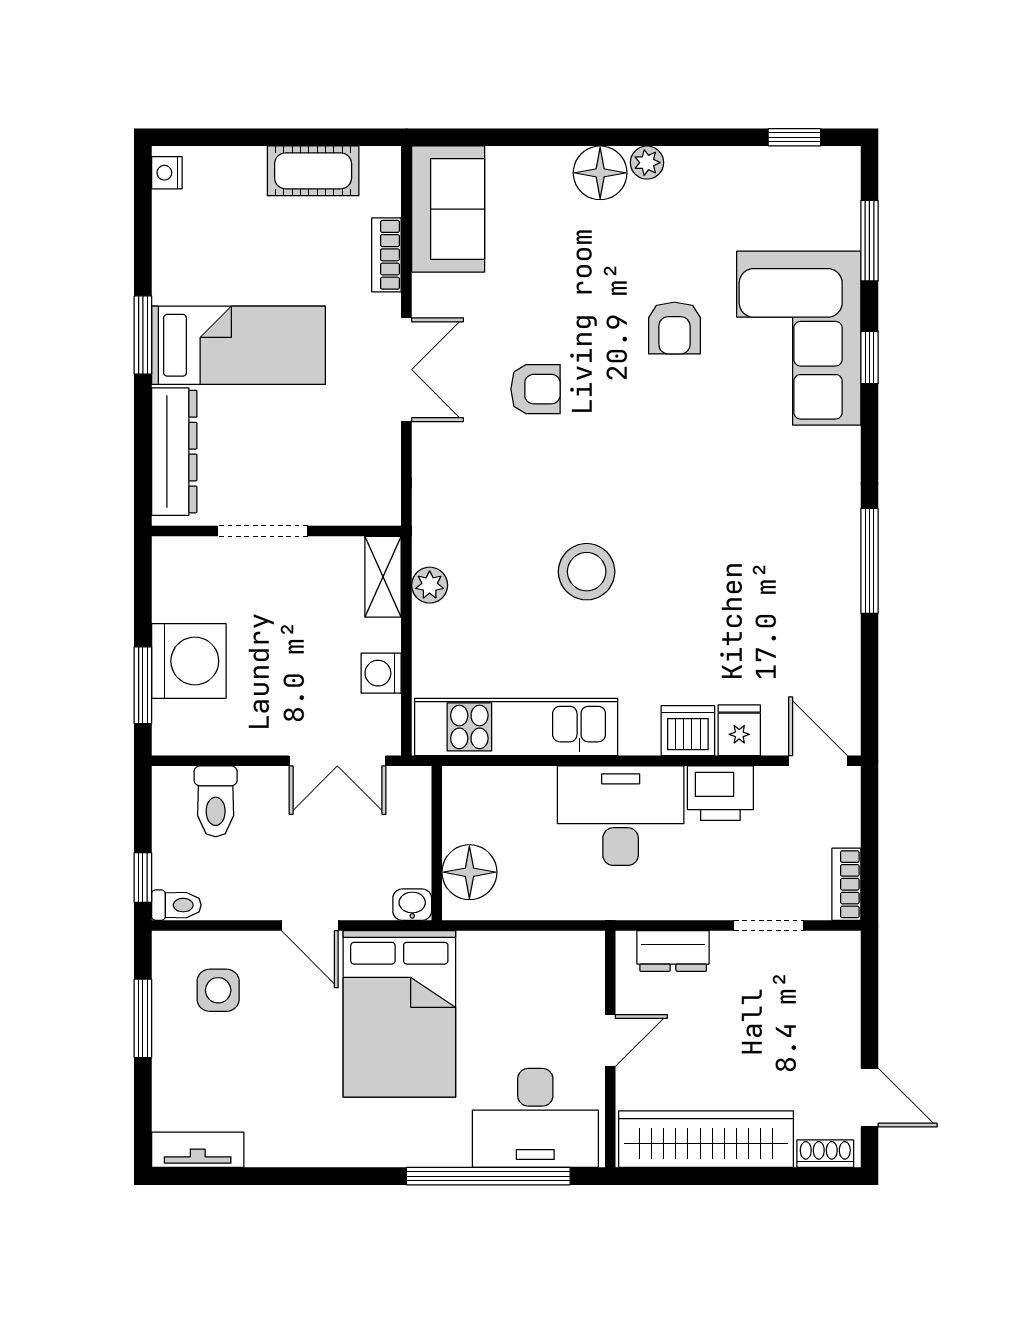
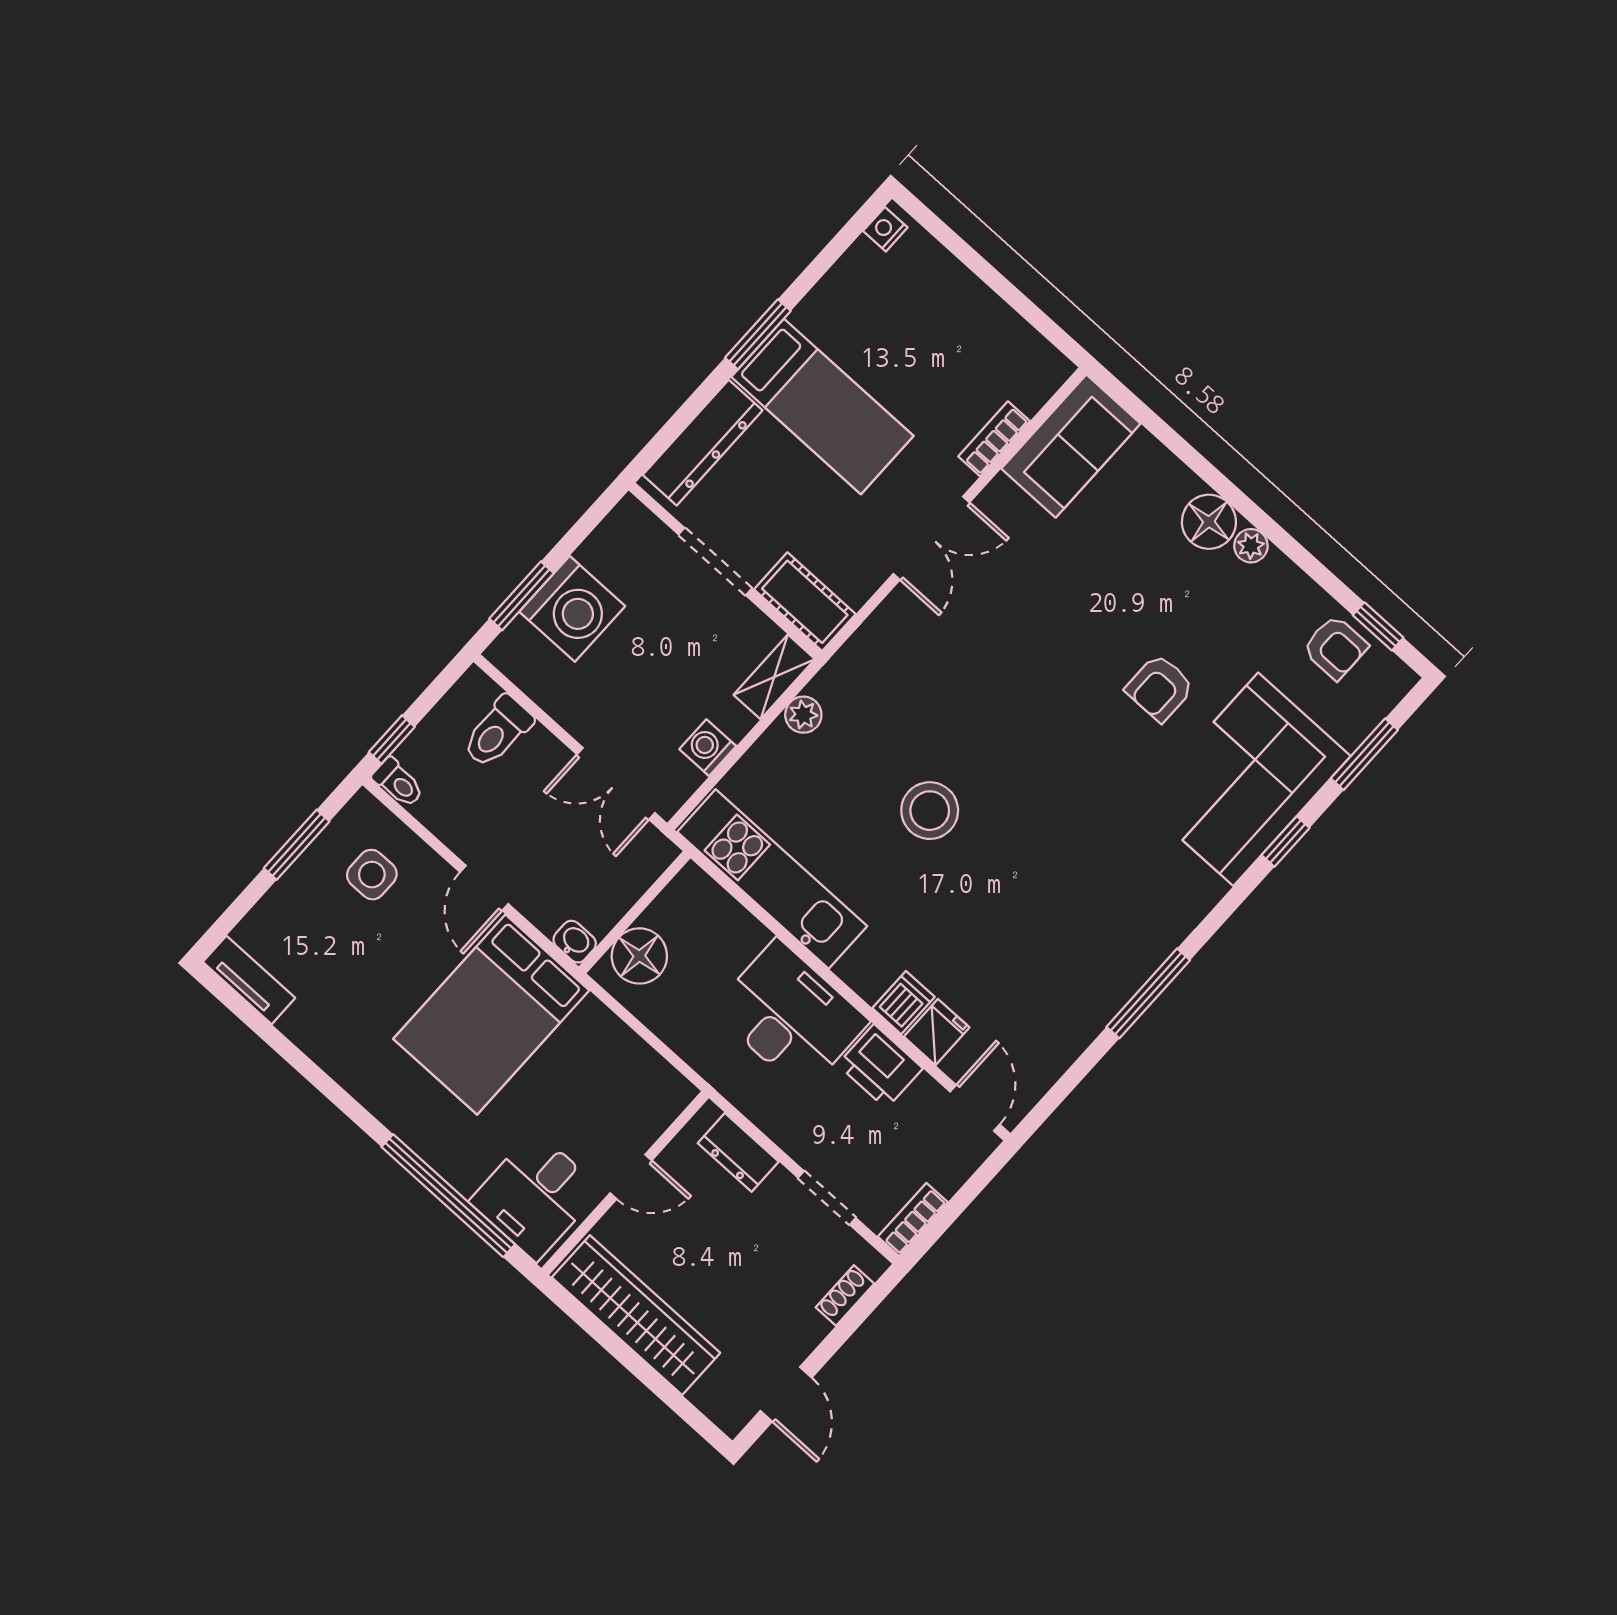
cot: (313, 171) -> (805, 602), moved
armchair: (536, 389) -> (1335, 648), moved
dishwasher: (688, 731) -> (904, 1003), width x0.73
desk: (535, 1118) -> (535, 1196), width x0.73
shoe rack: (825, 1154) -> (845, 1295), moved, turned -90

